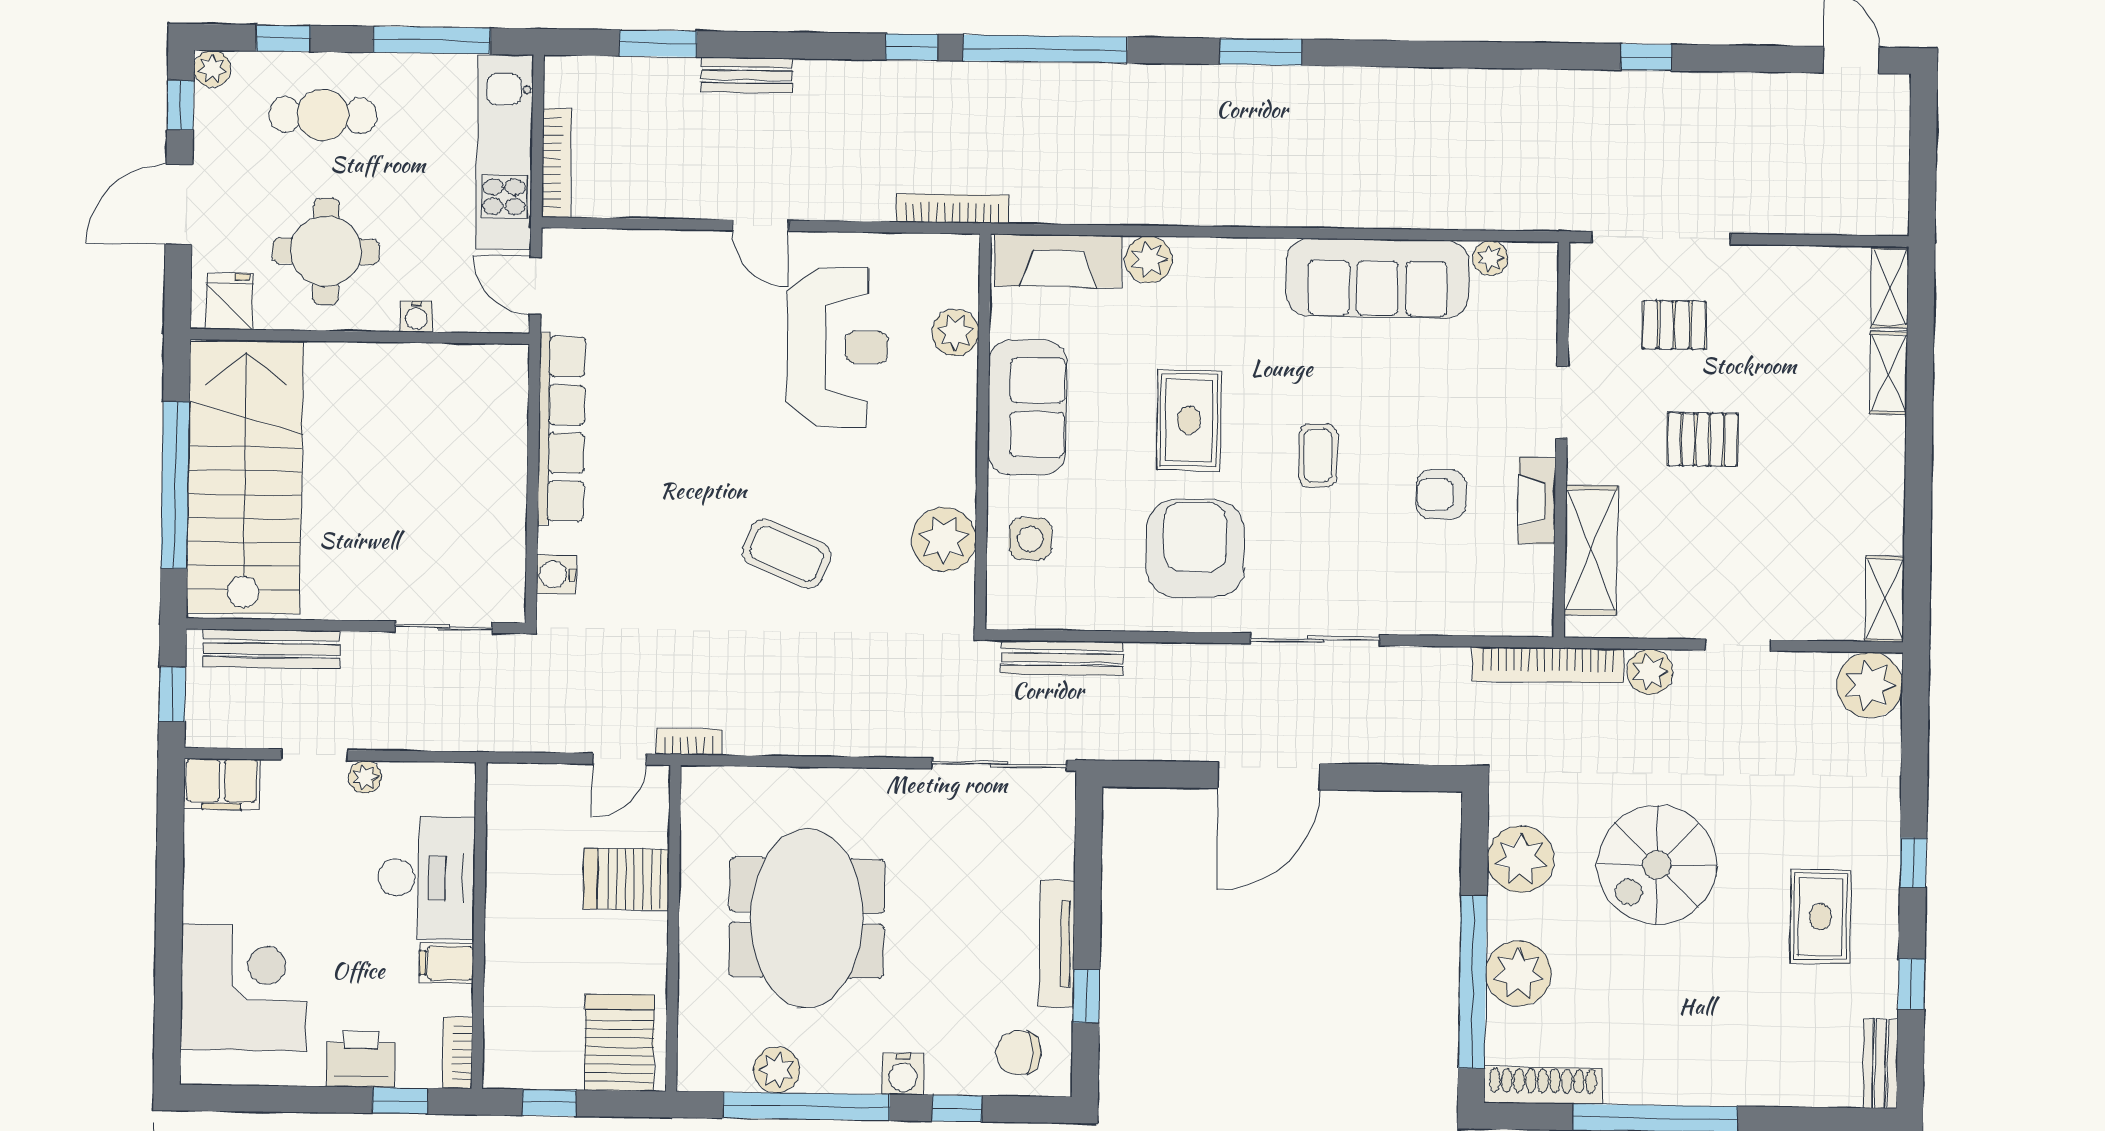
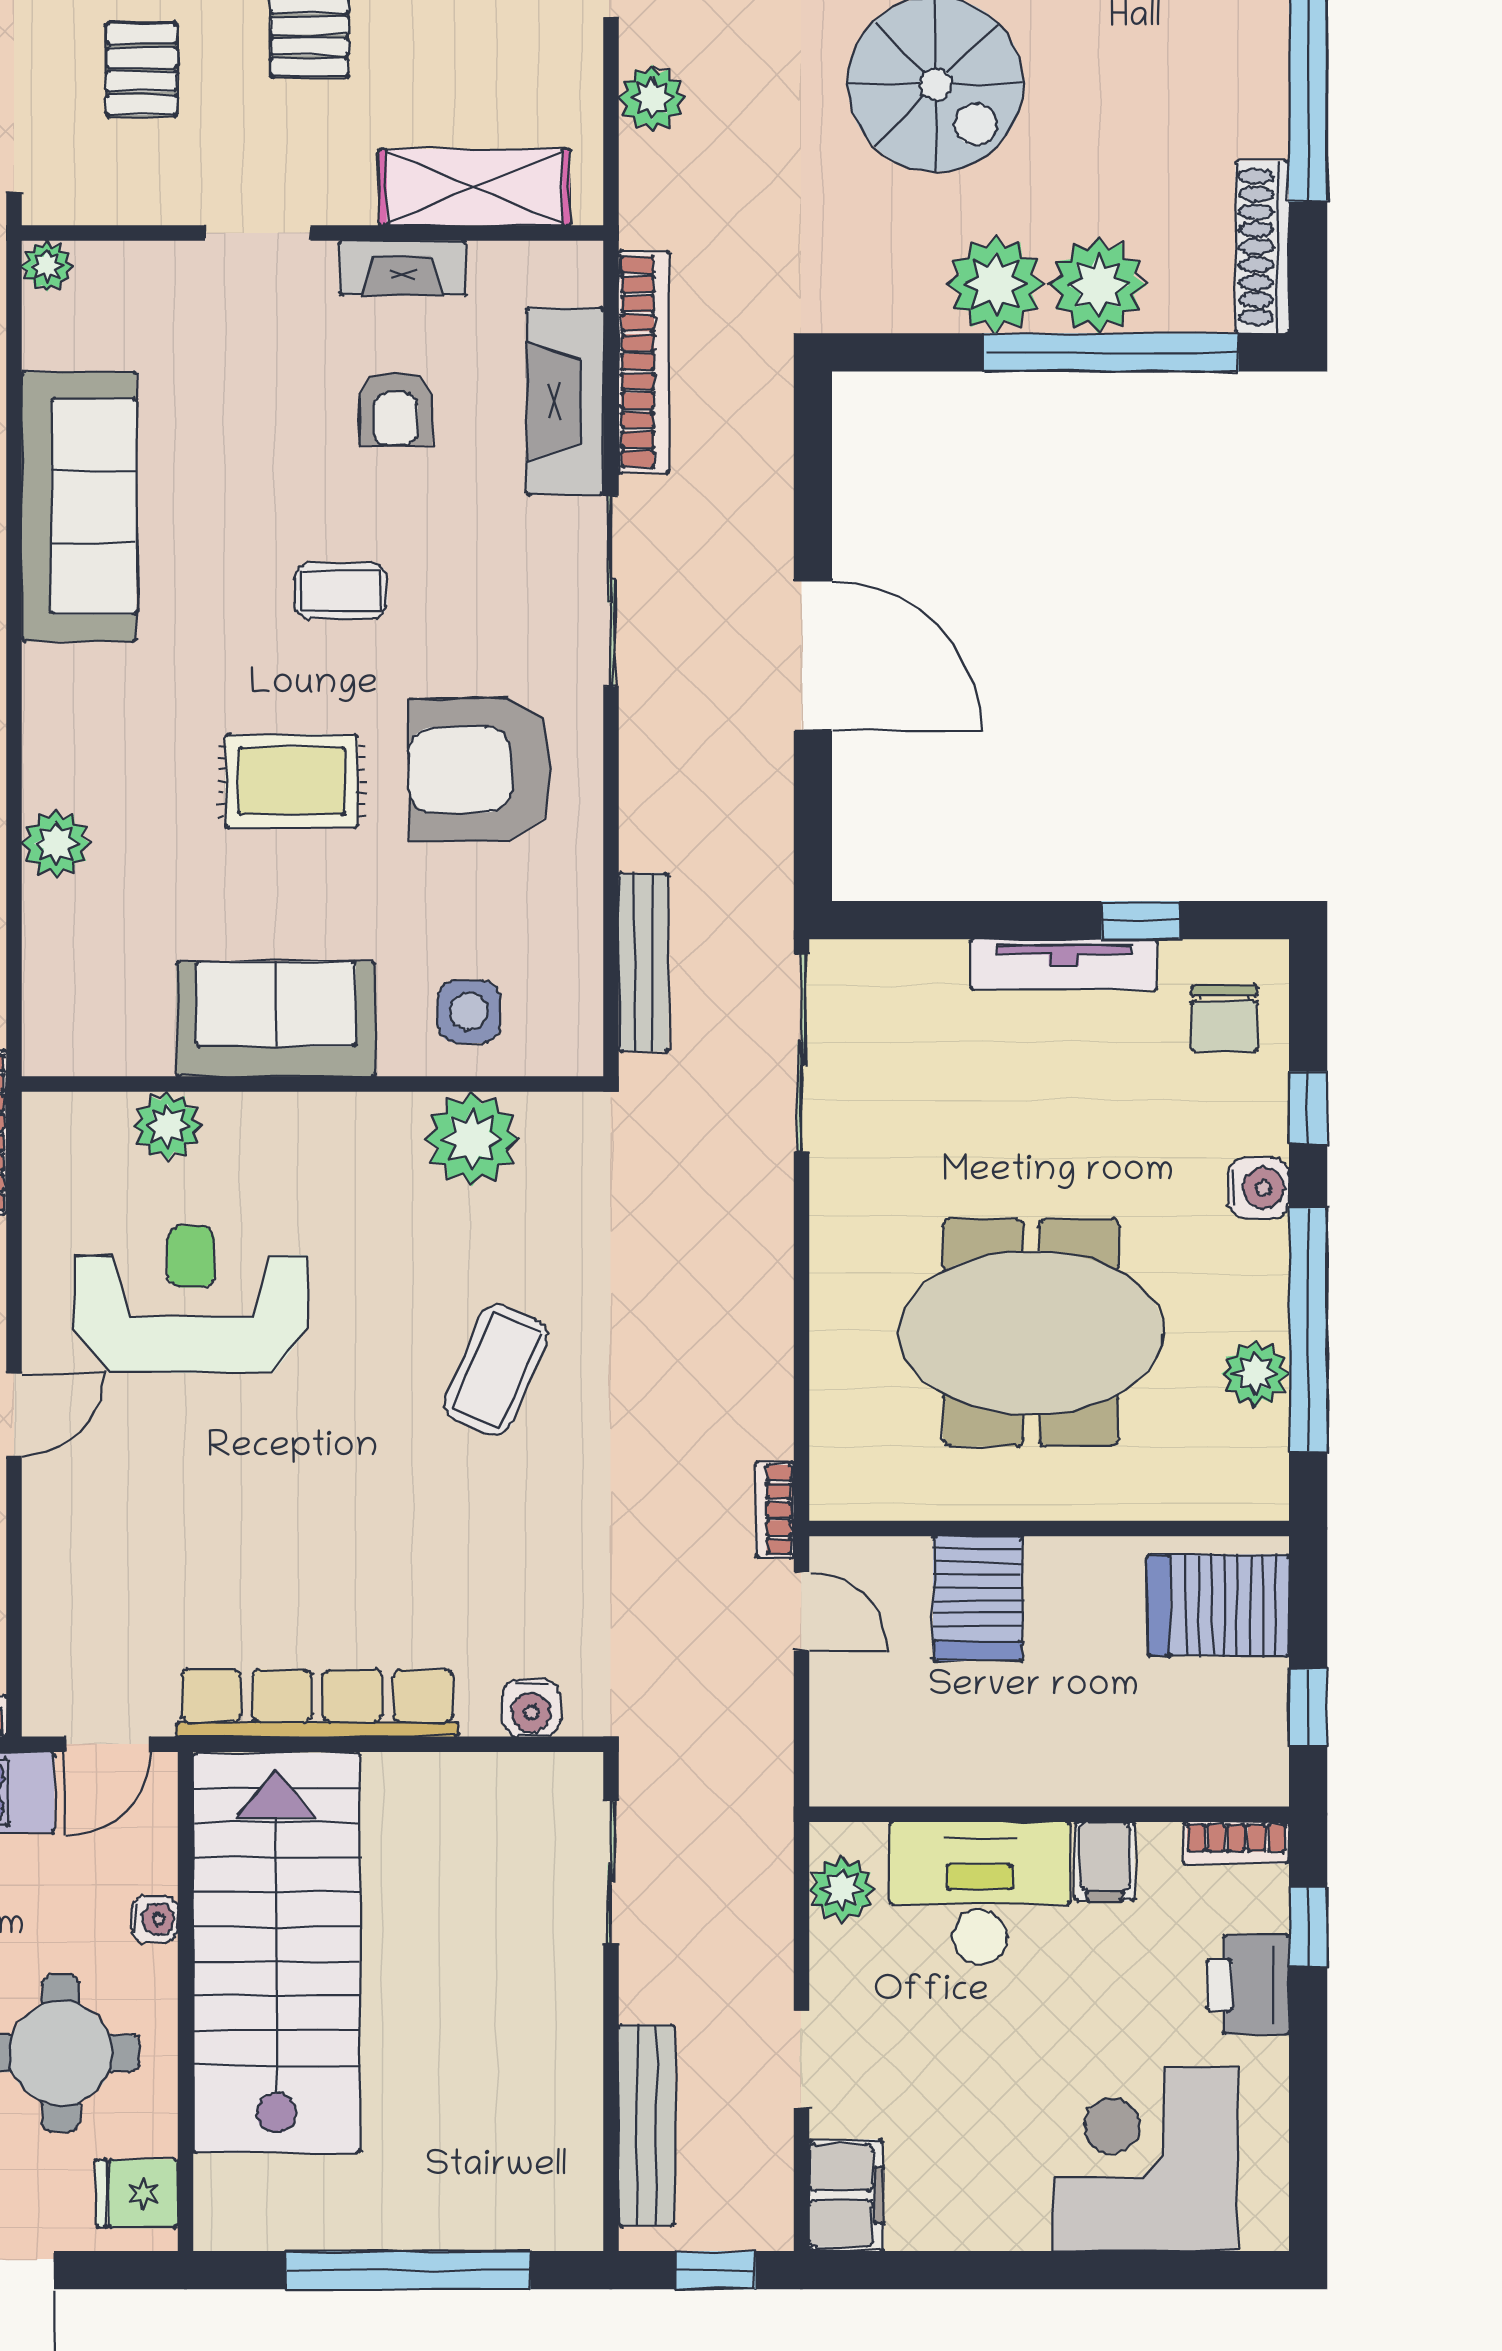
plant: (1490, 258) -> (47, 266), moved
fireplace: (1058, 261) -> (565, 401), moved, turned 180
stairs: (245, 478) -> (276, 1953), moved, turned 90
bookcase: (1548, 665) -> (644, 362), moved
plant: (365, 777) -> (842, 1889), moved, width x1.38, depth x1.38
plant: (1521, 859) -> (996, 284), moved

